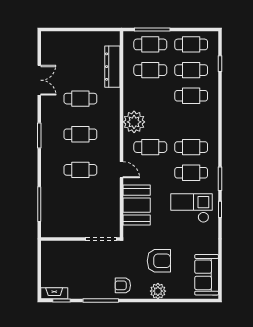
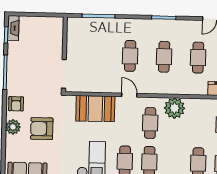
door: (121, 170) -> (129, 95), swing flipped
armchair: (159, 261) -> (42, 129), turned 90
armchair: (123, 285) -> (16, 104), moved, turned 180

